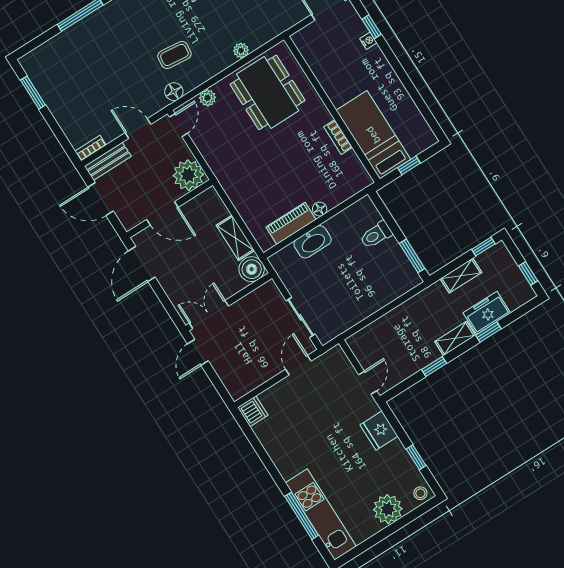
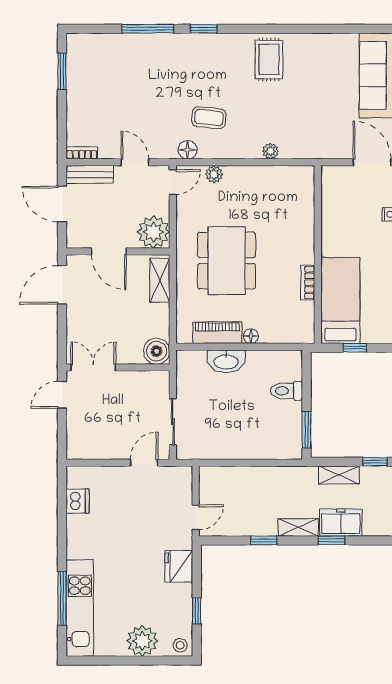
dining table: (268, 92) -> (227, 261), moved
shelving: (235, 238) -> (160, 280), moved
dishwasher: (253, 411) -> (78, 501), moved

